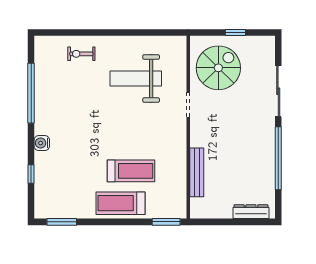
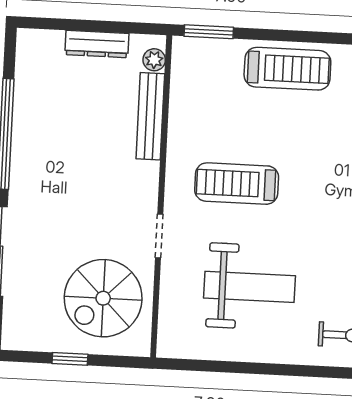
treadmill: (131, 171) -> (237, 184), moved
plant: (196, 204) -> (154, 60), added
dresser: (251, 212) -> (97, 44), moved

